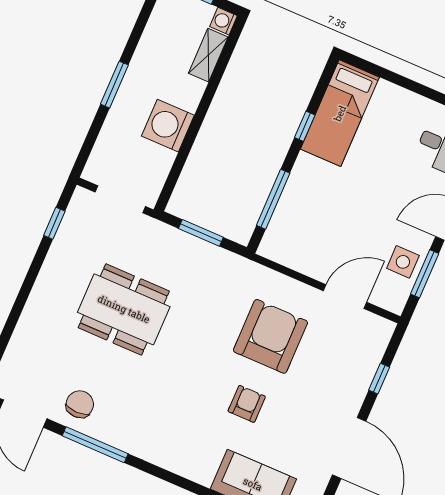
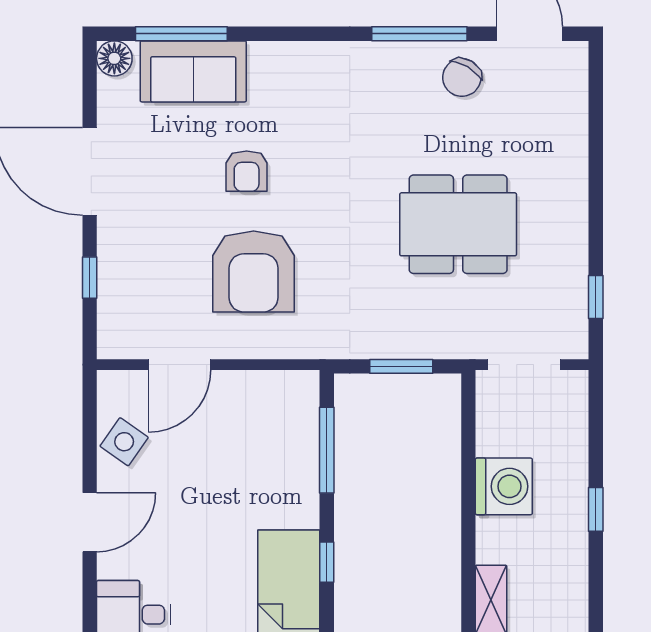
window: (114, 85) -> (596, 509), width x0.67
side table: (403, 262) -> (124, 442), turned 35
window: (425, 274) -> (90, 438), removed
chair: (80, 404) -> (462, 77), turned 31

